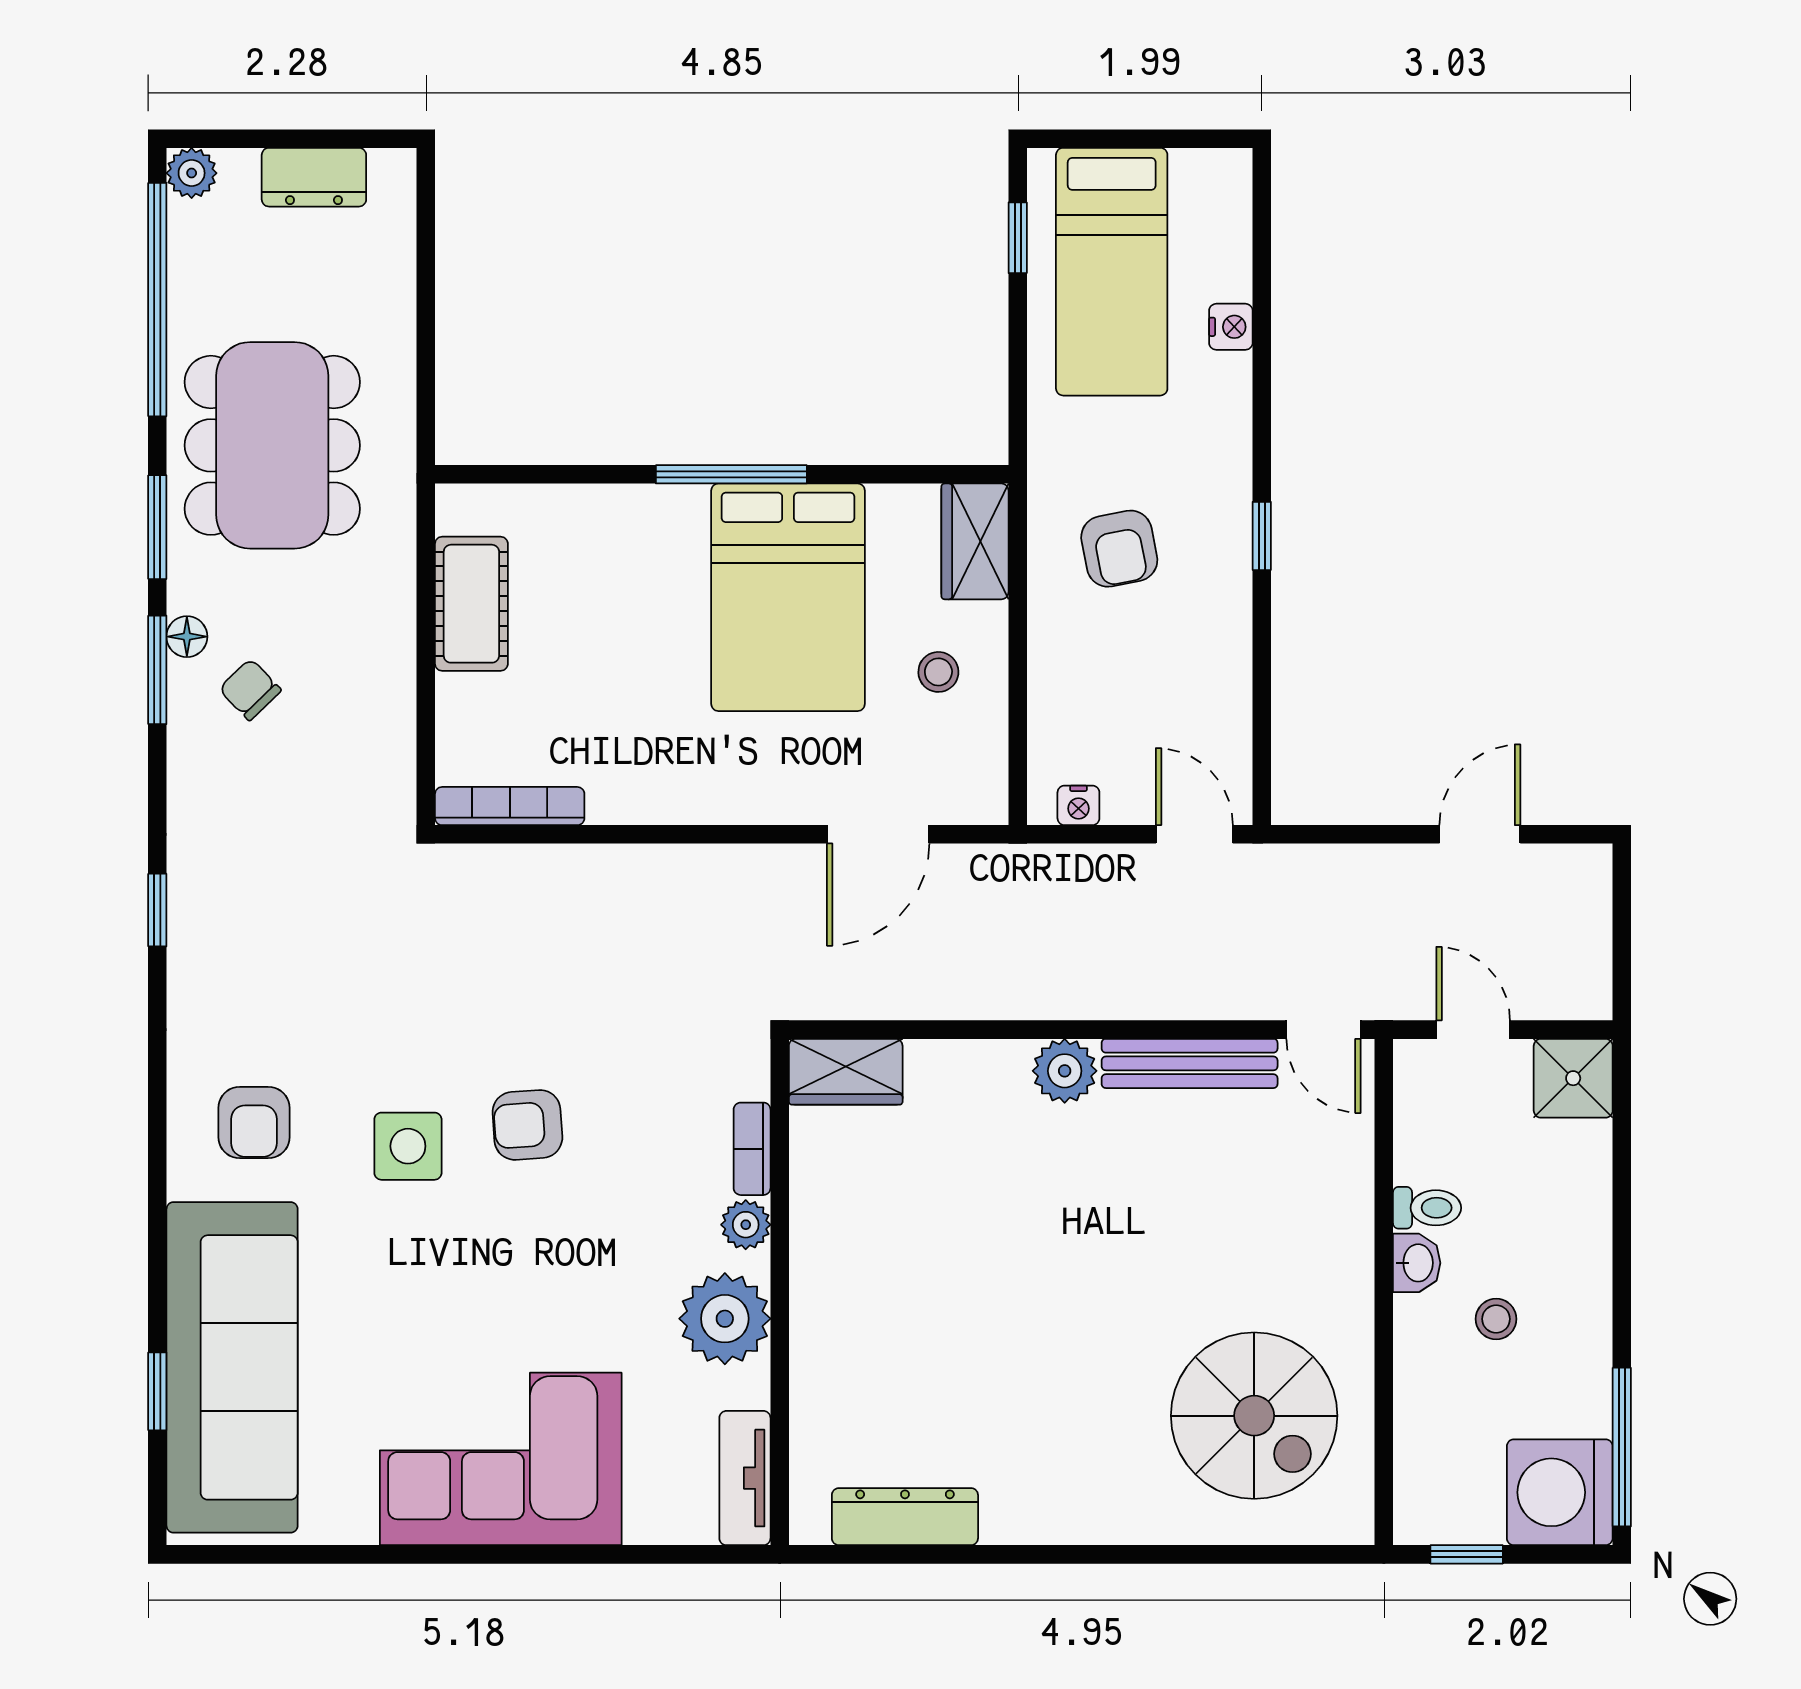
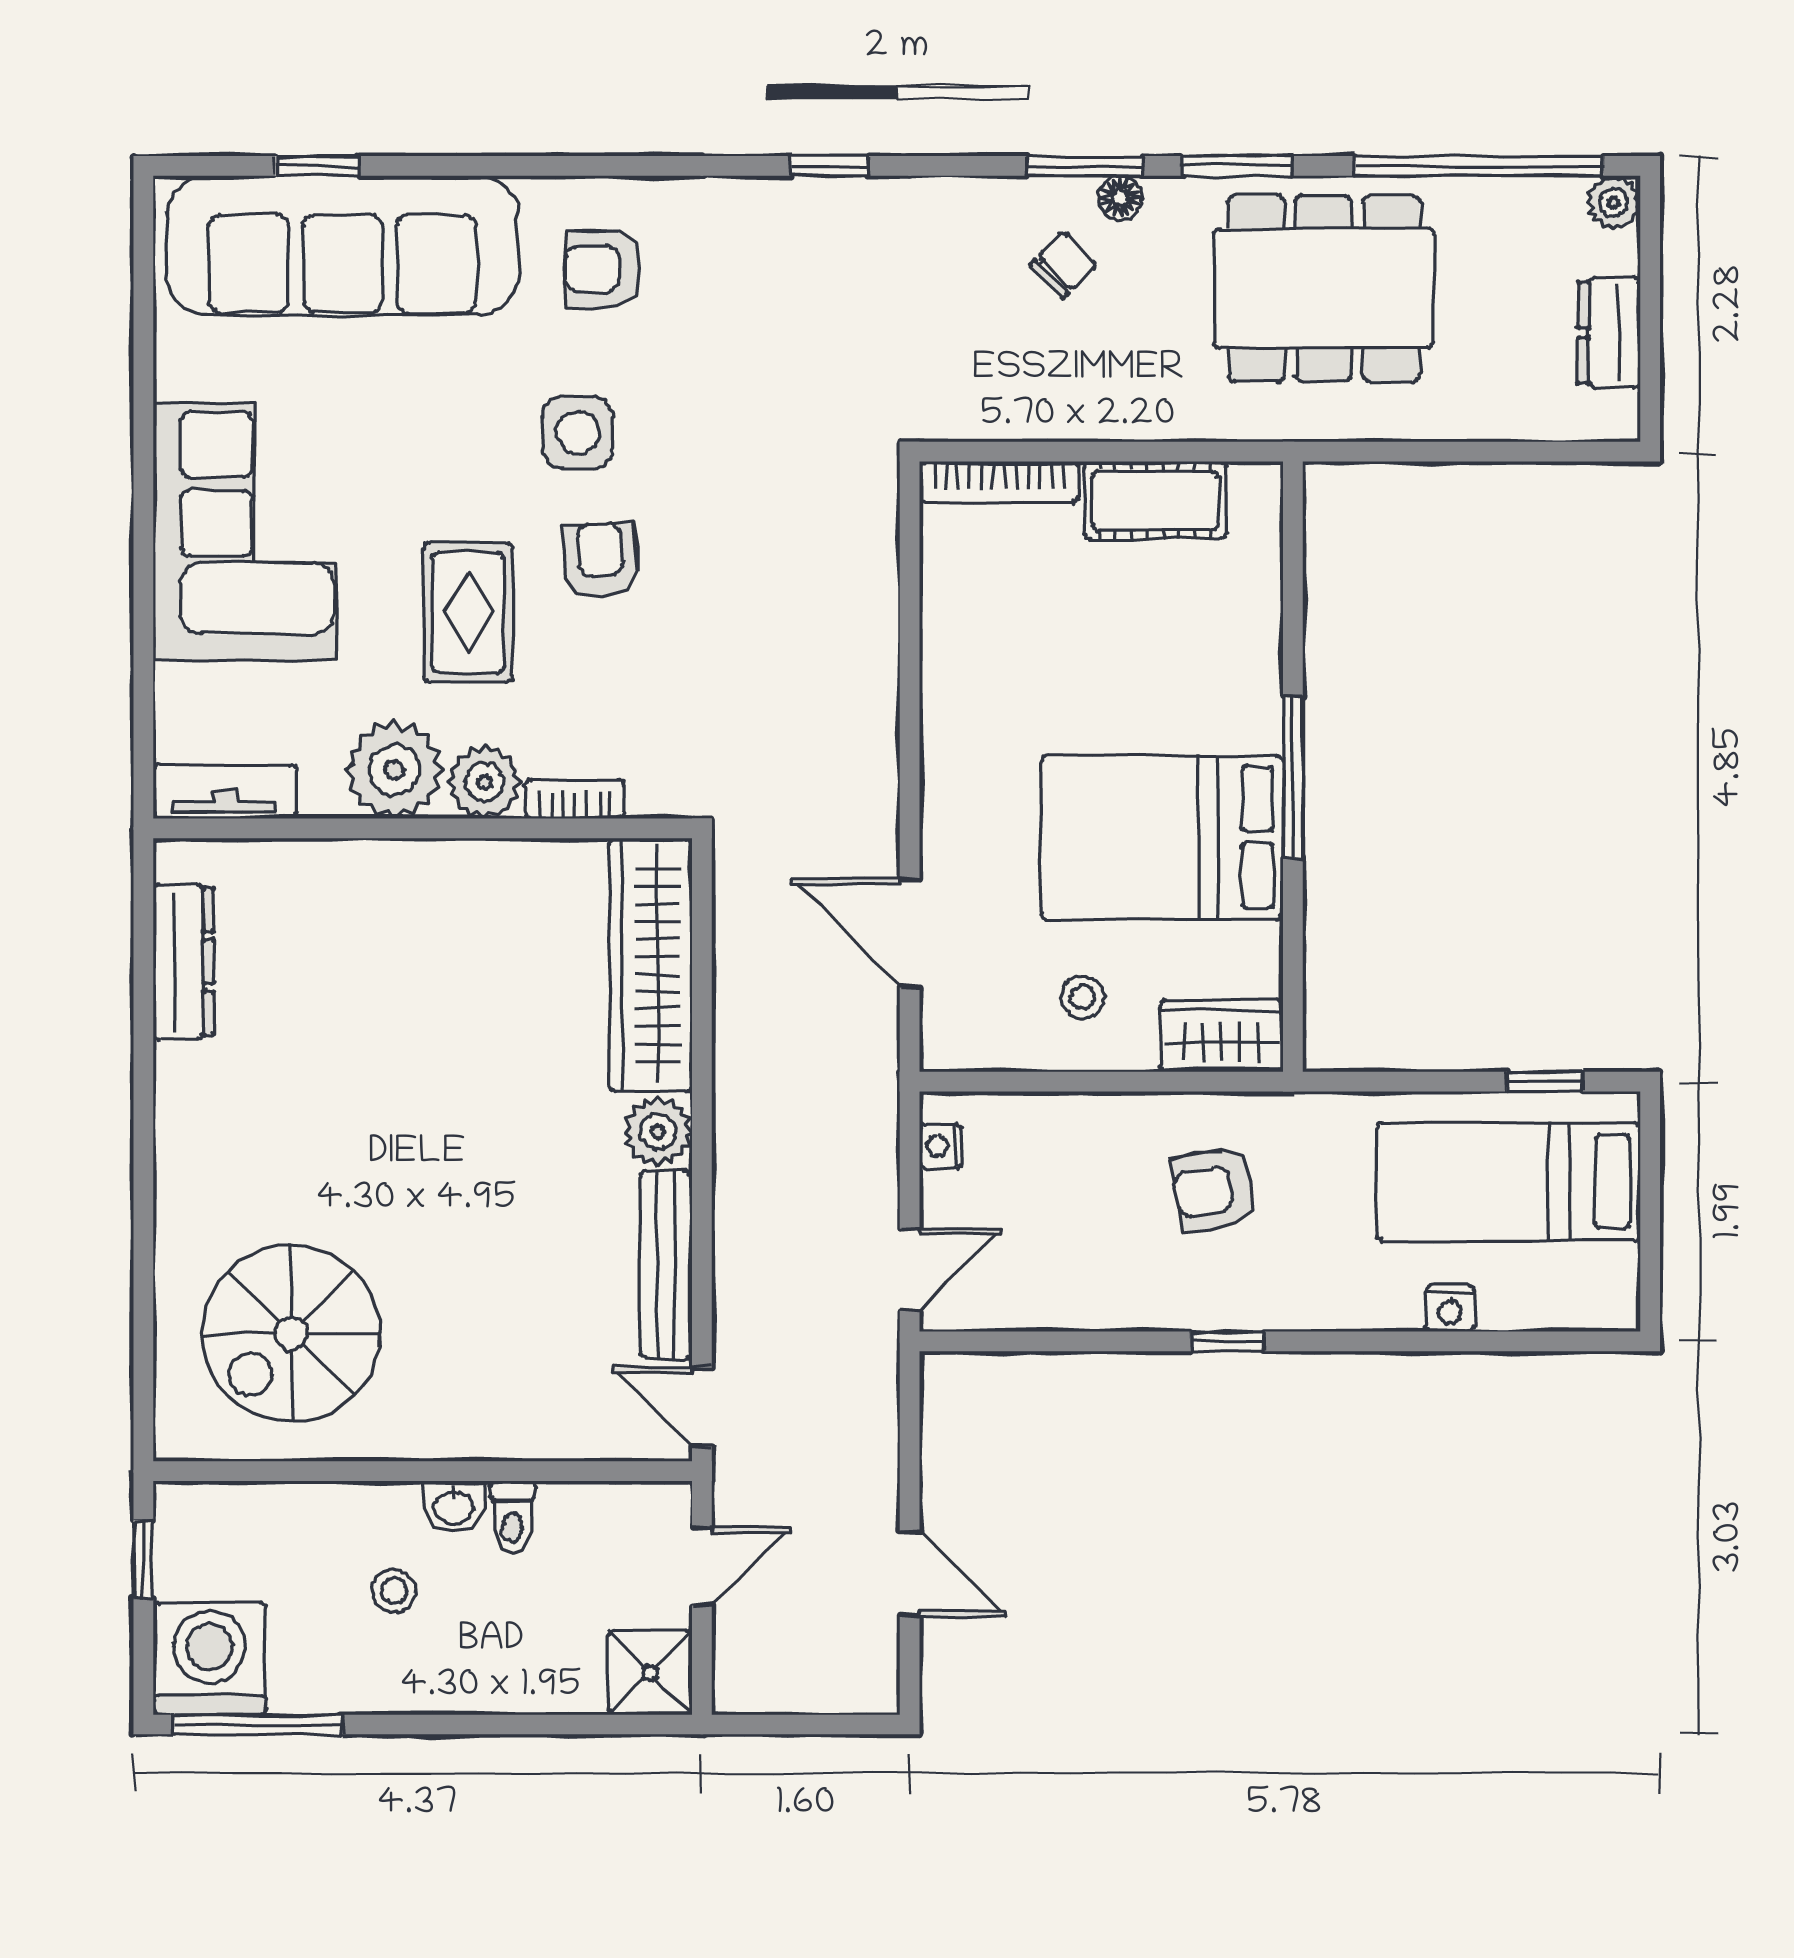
bookcase: (510, 806) -> (999, 482), moved, turned 90
door: (1324, 1030) -> (702, 1407), hinge flipped
wardrobe: (846, 1072) -> (651, 965), width x2.10, depth x1.17
plant: (746, 1225) -> (484, 782), width x1.38, depth x1.38
rug: (577, 1249) -> (468, 612), added

